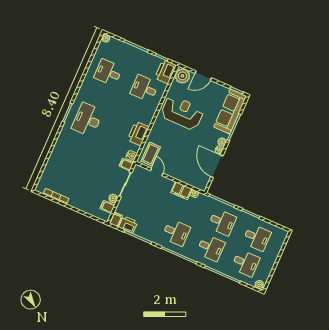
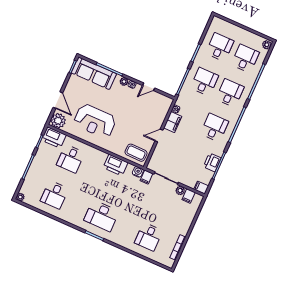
reception desk: (182, 113) -> (95, 121), turned -90
door: (217, 166) -> (149, 87), width x0.53
desk: (67, 167) -> (149, 237), added
door: (157, 172) -> (159, 136), moved
printer: (128, 225) -> (212, 162), moved

